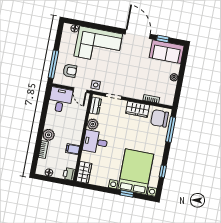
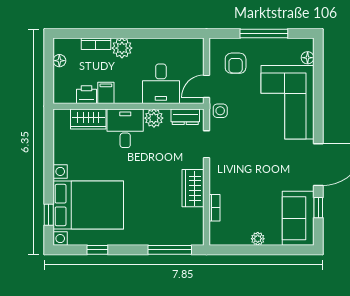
window: (53, 64) -> (264, 34), moved
desk: (60, 100) -> (161, 84), moved, turned 90
chair: (160, 118) -> (185, 228), removed
wardrobe: (84, 172) -> (88, 119), moved
printer: (69, 174) -> (87, 95), moved
window: (127, 194) -> (49, 215), moved

